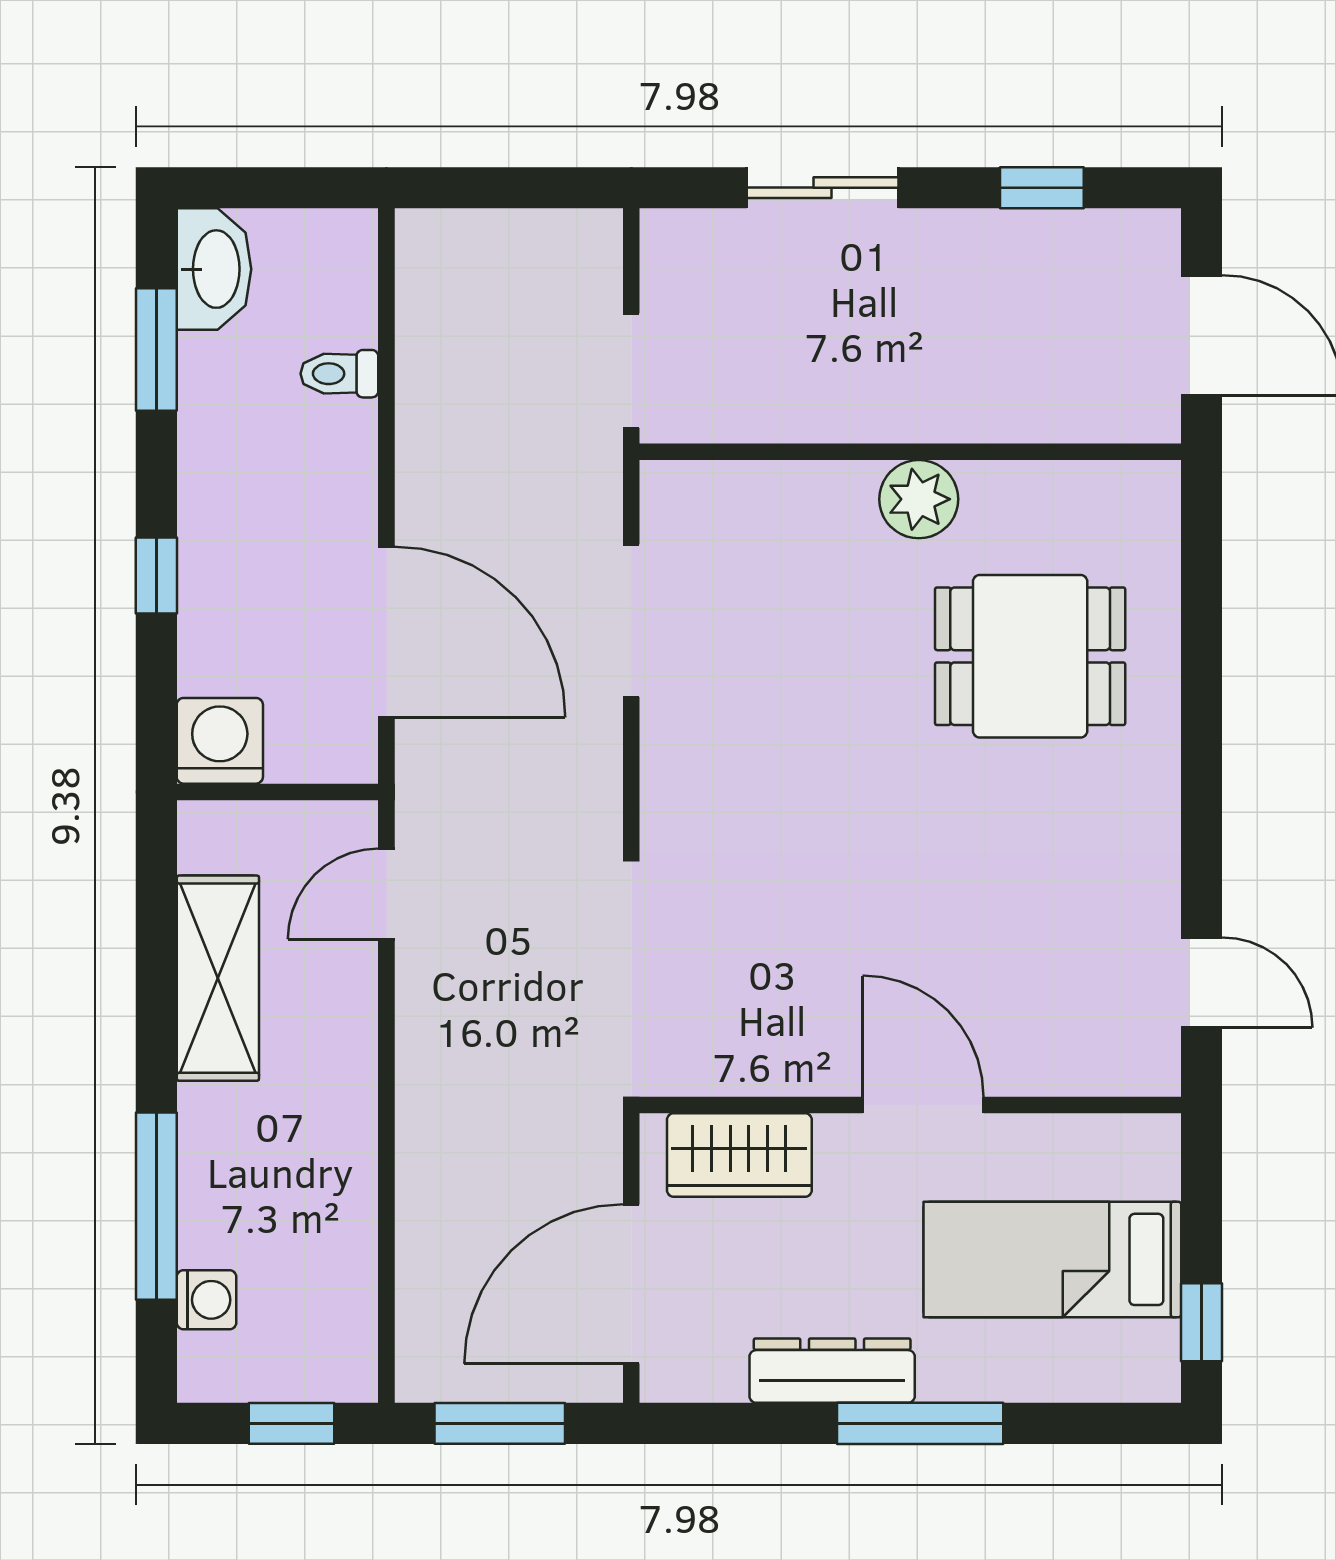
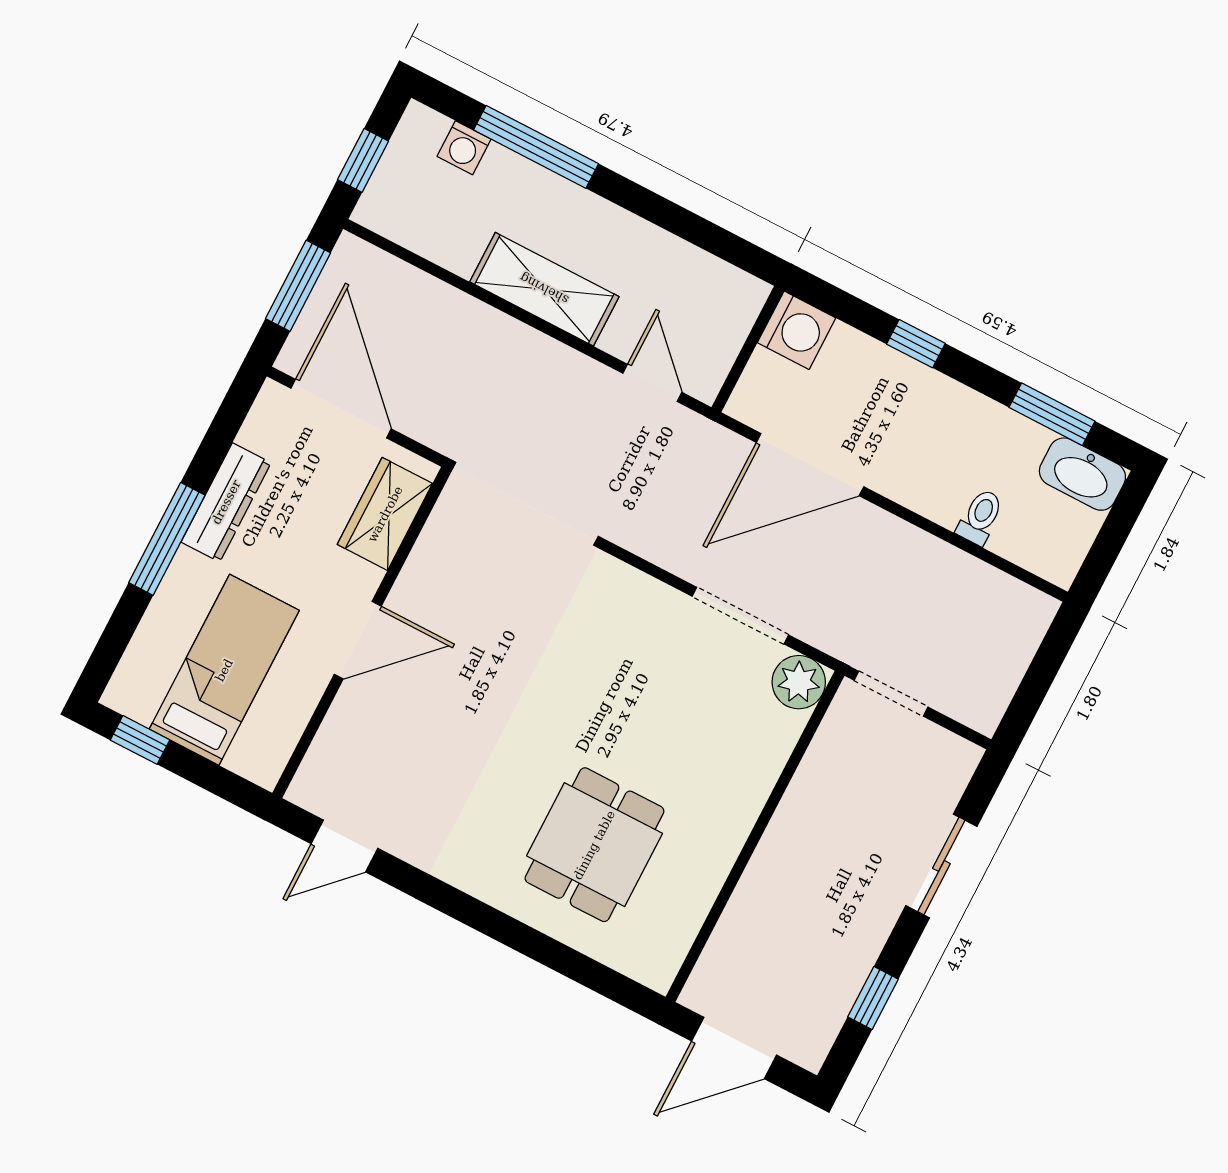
plant: (919, 499) -> (799, 682), moved
shelving: (218, 978) -> (544, 289), moved

